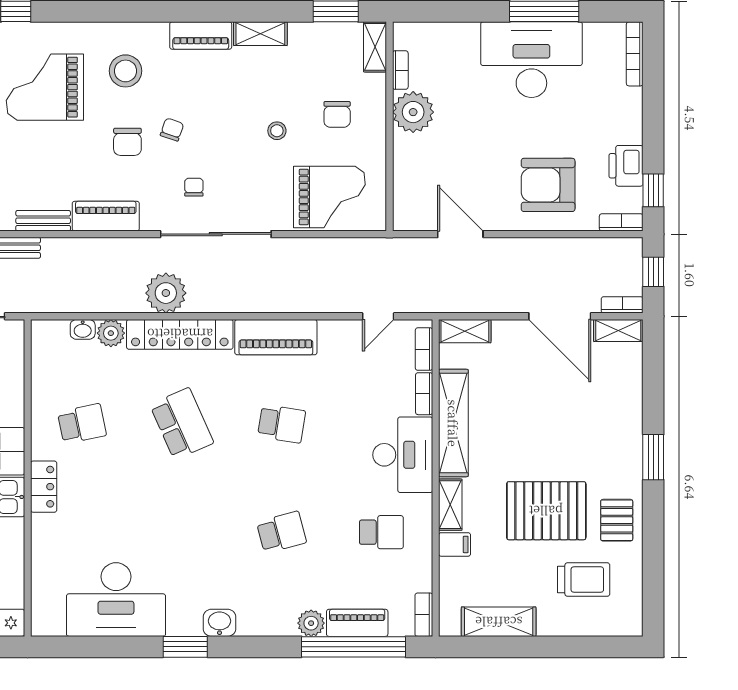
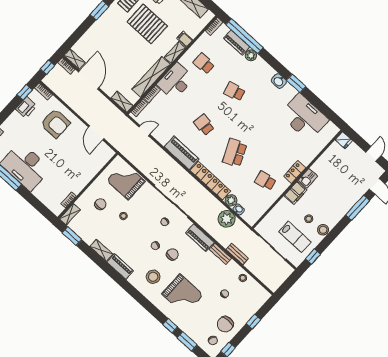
plant: (413, 112) -> (76, 184), removed
plant: (166, 293) -> (227, 219), moved

